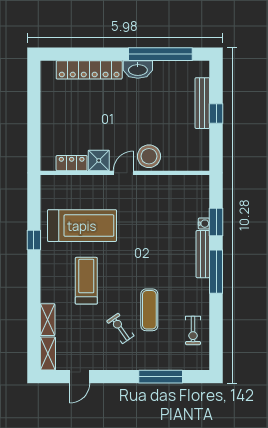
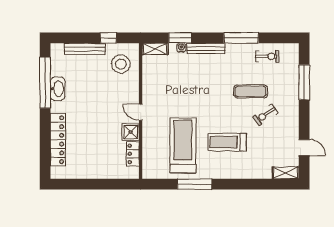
washbasin: (138, 69) -> (58, 89), moved
window: (216, 114) -> (108, 38), moved
stool: (149, 156) -> (121, 64), moved
window: (34, 240) -> (194, 184), width x2.17
window: (216, 272) -> (241, 38), moved
shelving: (48, 320) -> (155, 49), moved

